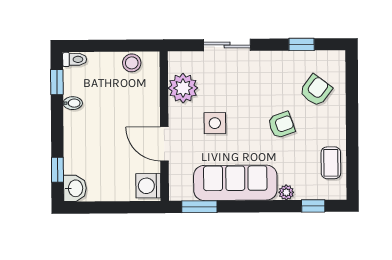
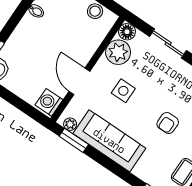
floor lamp: (178, 61) -> (127, 32), added
armchair: (281, 125) -> (168, 123), turned 109
plant: (286, 192) -> (70, 124), moved

